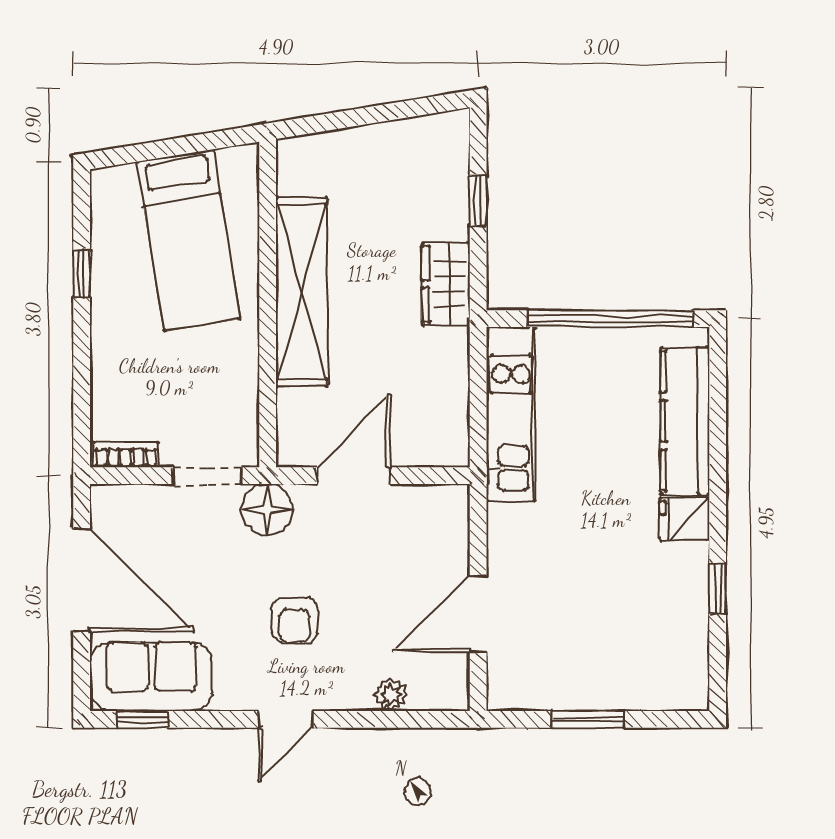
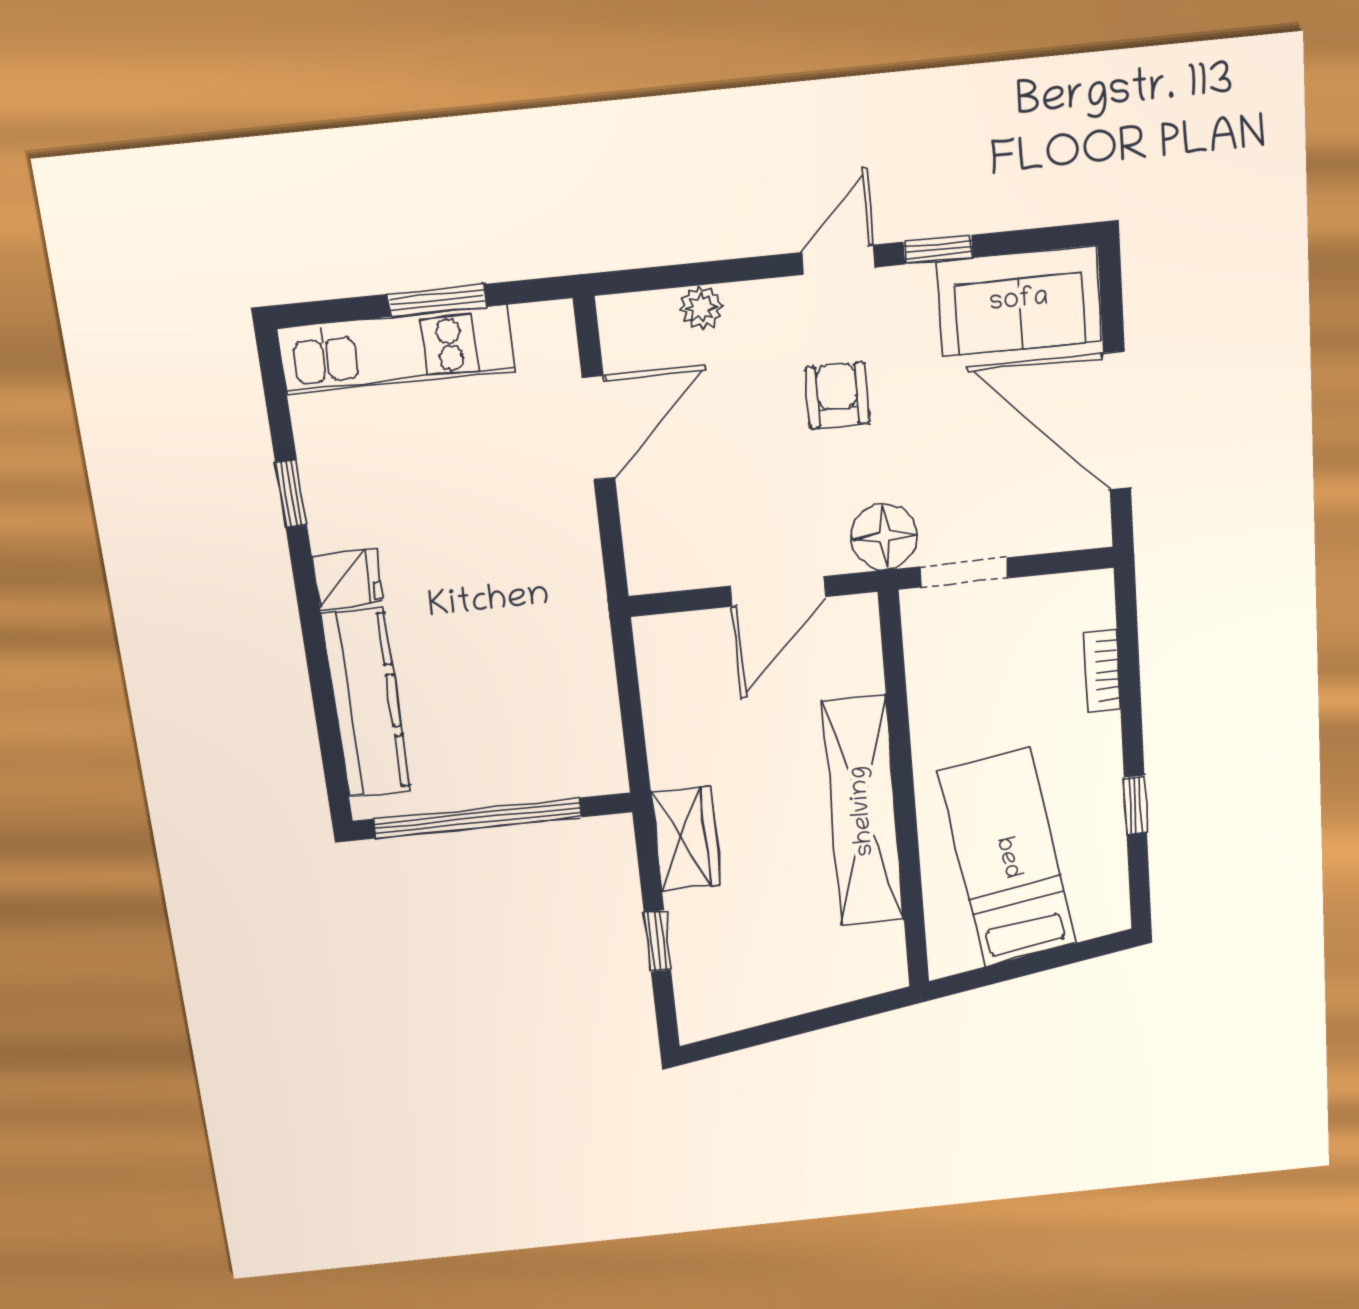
kitchen unit: (511, 414) -> (397, 350), moved, turned -90
bookcase: (126, 454) -> (1102, 671), moved, turned 90
window: (143, 719) -> (938, 250), moved

